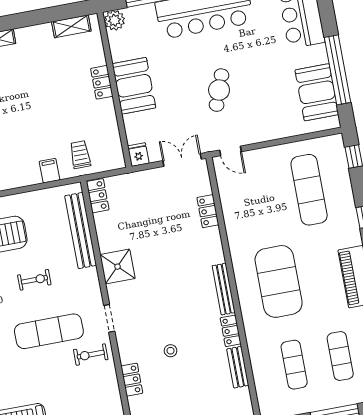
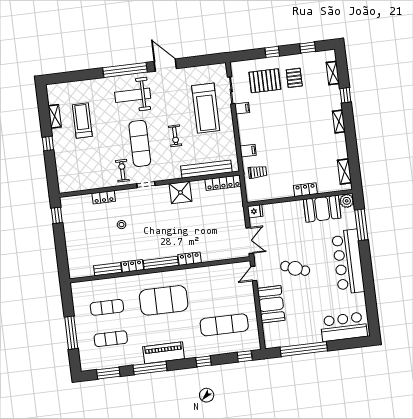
booth: (134, 86) -> (322, 209), moved
booth: (317, 92) -> (271, 304), moved, turned 90
locker: (98, 196) -> (223, 183), width x1.53
locker: (208, 211) -> (190, 259), moved

